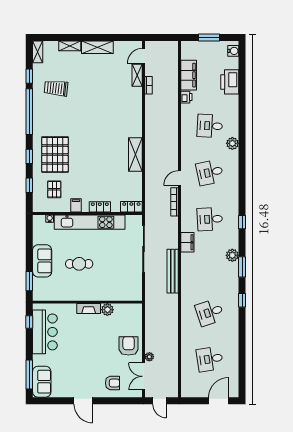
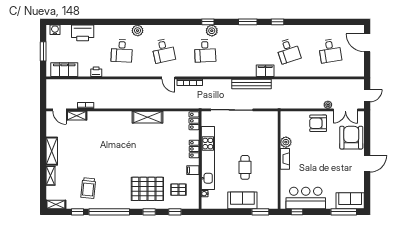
filing cabinet: (189, 75) -> (64, 70), moved
filing cabinet: (187, 242) -> (265, 71), moved
plant: (232, 255) -> (212, 31), moved
armchair: (112, 383) -> (351, 138), width x1.88, depth x1.88

